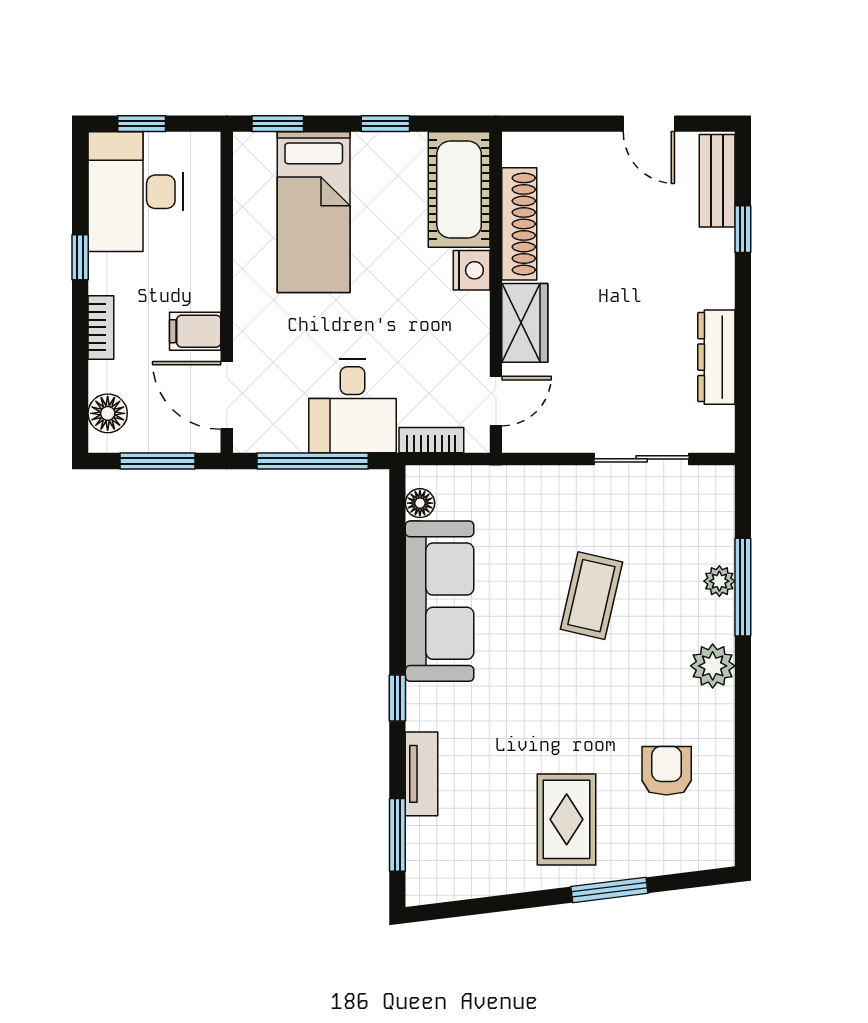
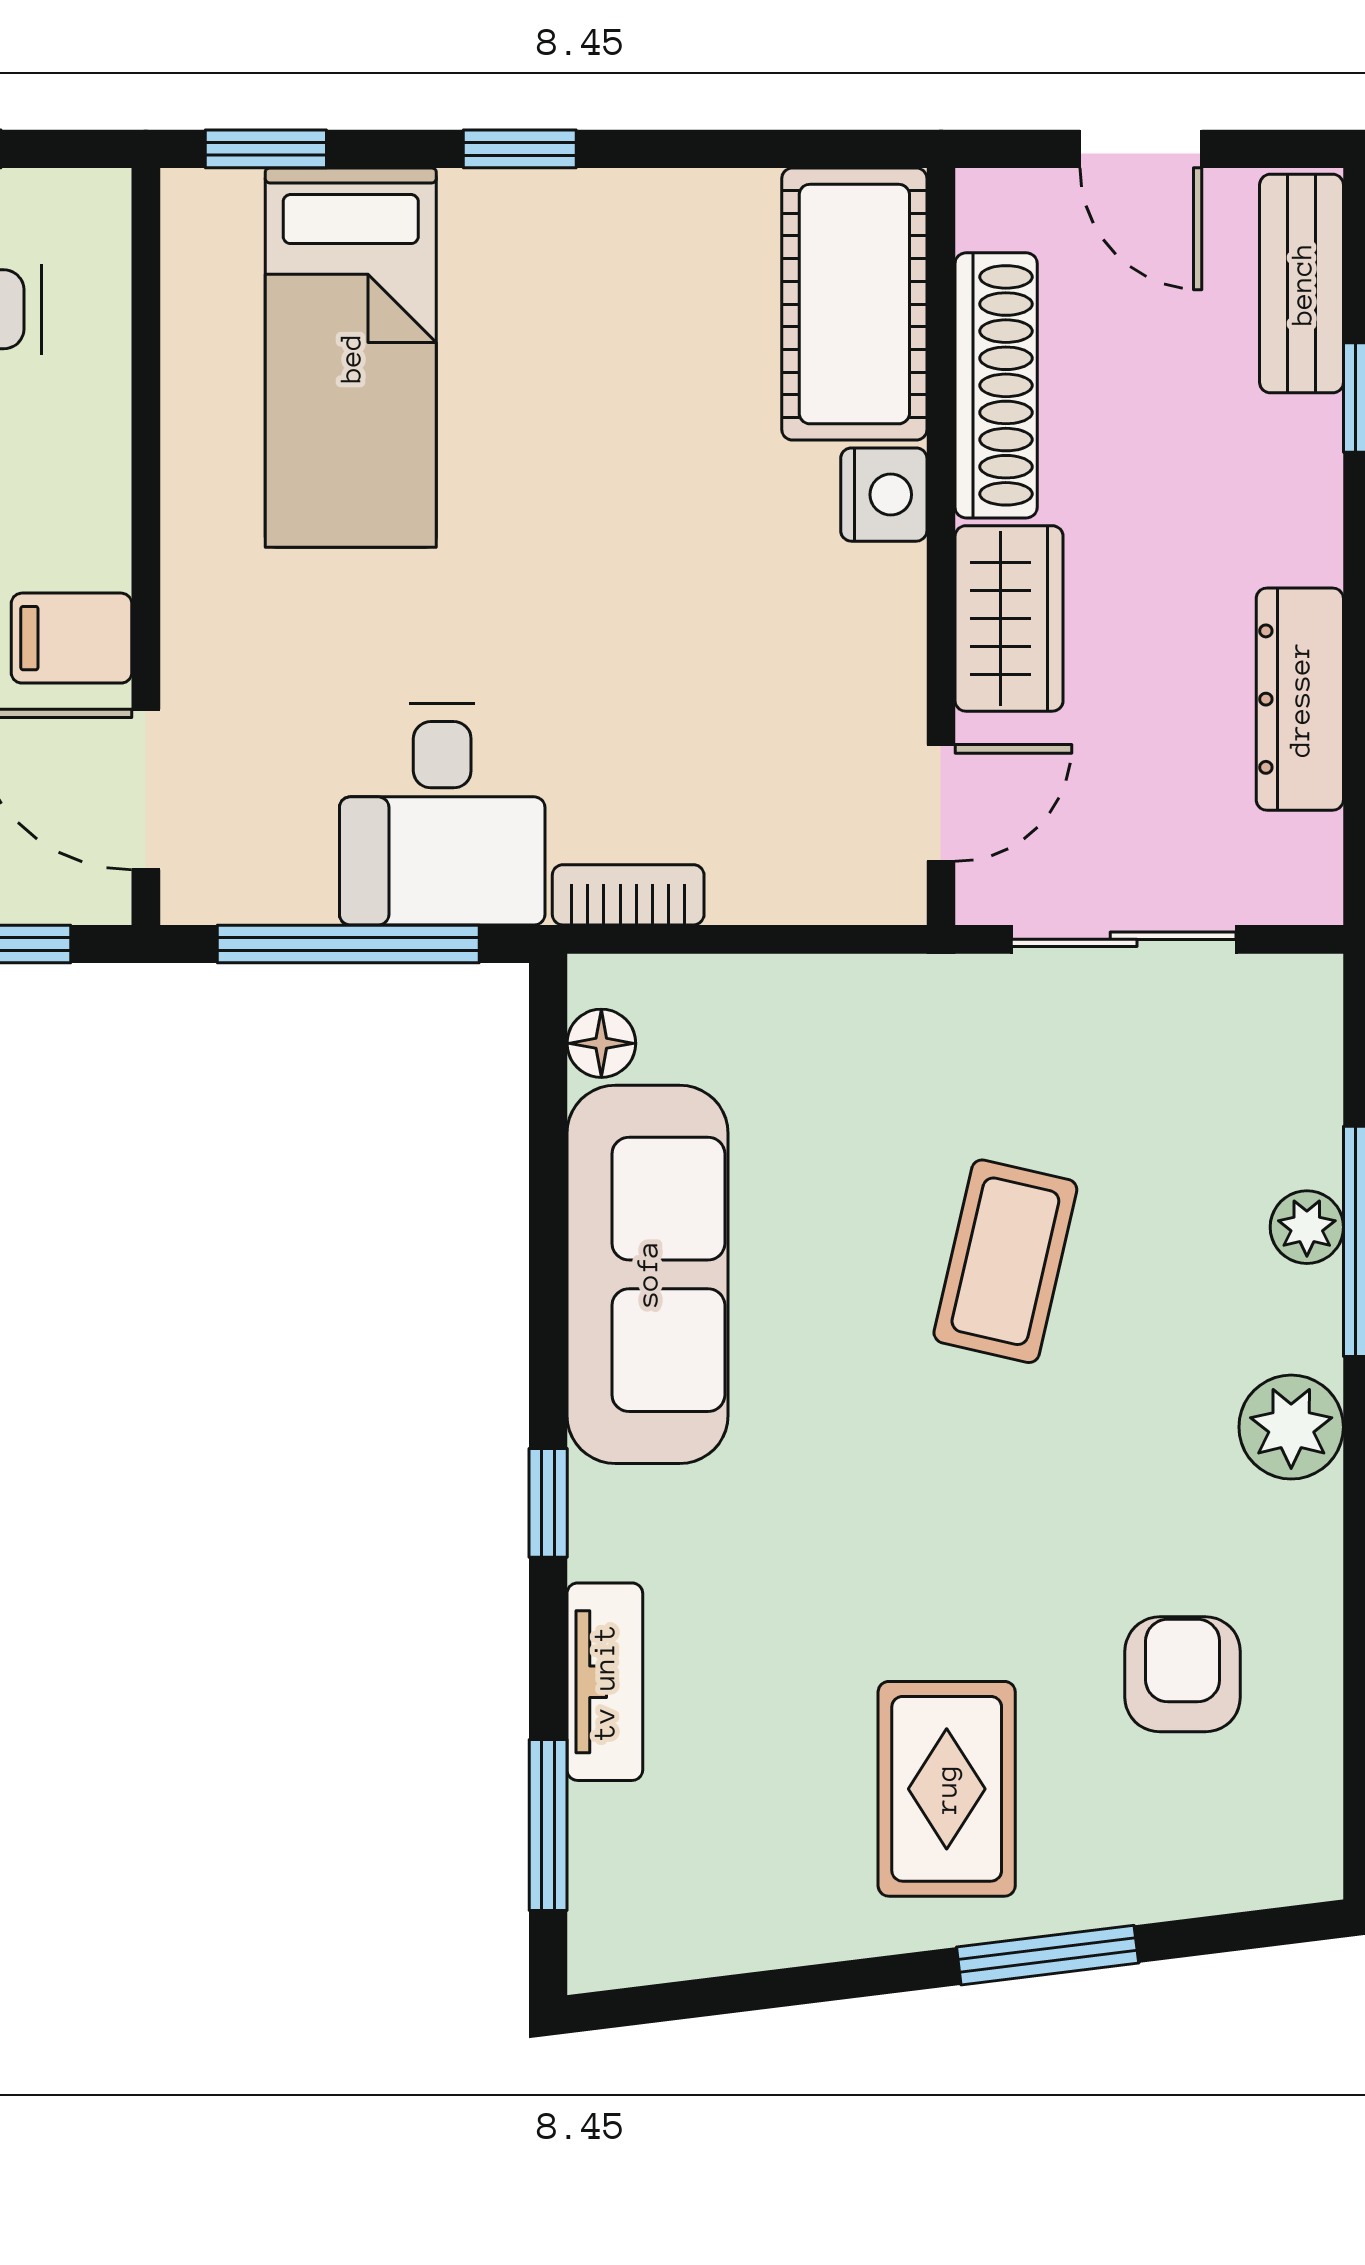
cot: (459, 189) -> (854, 304), moved
shoe rack: (519, 224) -> (996, 385), moved
nightstand: (472, 270) -> (884, 495), moved
wall: (496, 292) -> (941, 546), moved
wardrobe: (525, 323) -> (1009, 618), moved
door: (496, 401) -> (941, 803), moved

